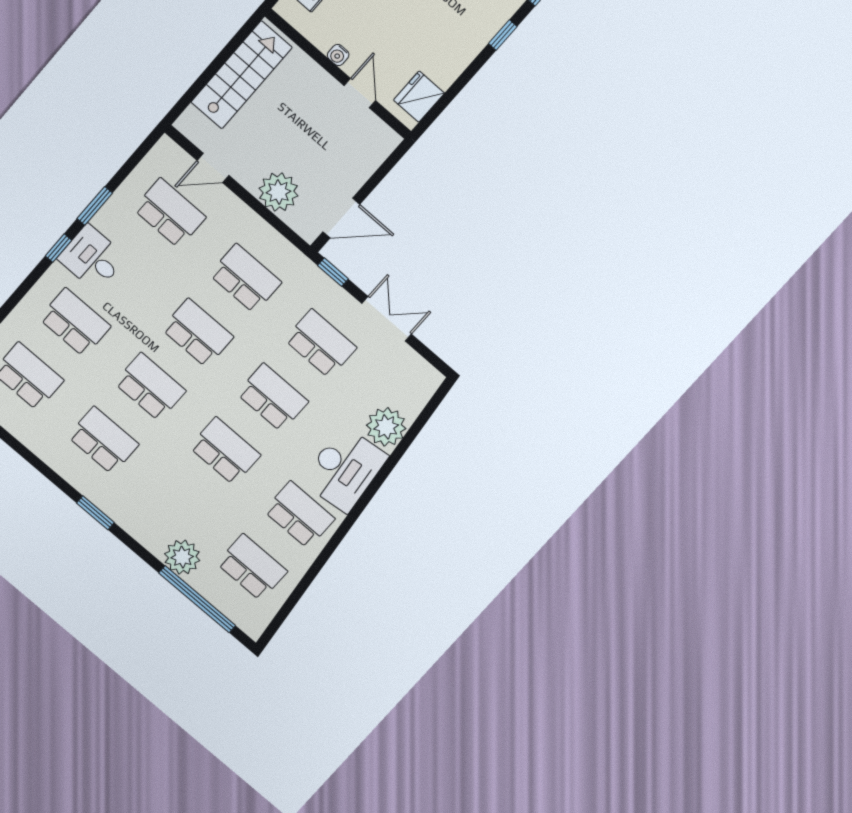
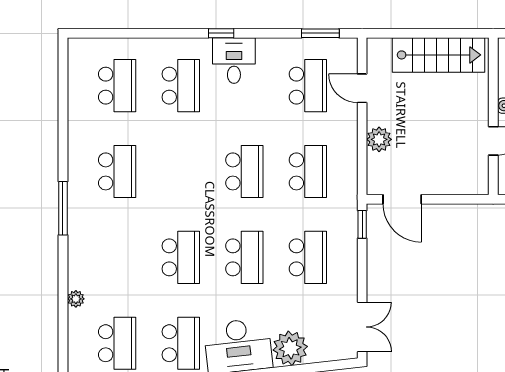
plant: (278, 192) -> (379, 139), width x0.73, depth x0.73
window: (95, 206) -> (320, 33), moved
double door: (387, 319) -> (362, 327), moved
school desk: (150, 387) -> (181, 171), removed
window: (95, 513) -> (63, 208), width x1.44
plant: (182, 557) -> (76, 299), width x0.53, depth x0.53
window: (197, 599) -> (63, 326), removed

